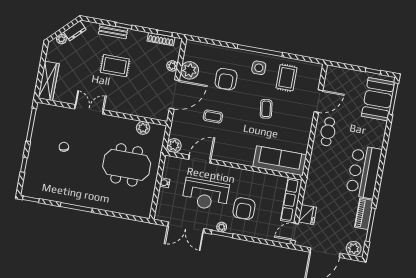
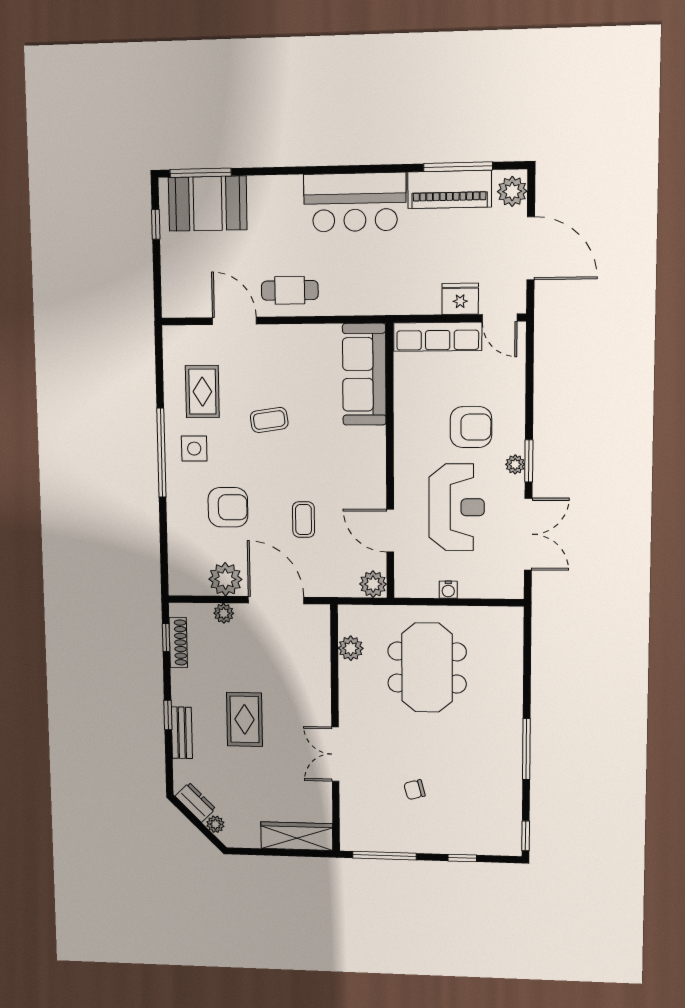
rug: (287, 78) -> (202, 392), turned 90
piano: (364, 214) -> (450, 189), width x1.37, depth x1.33

